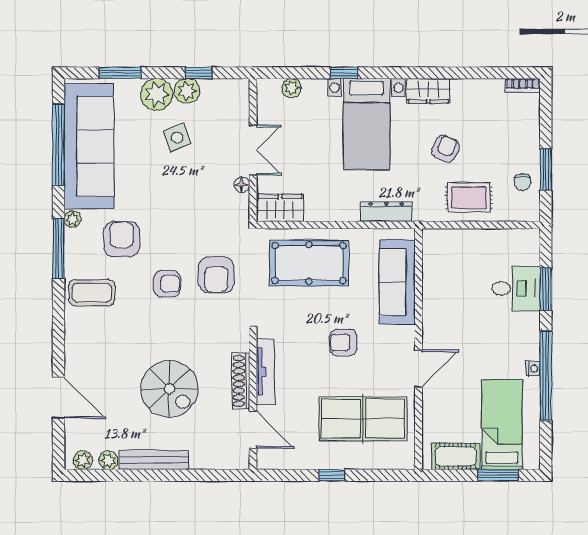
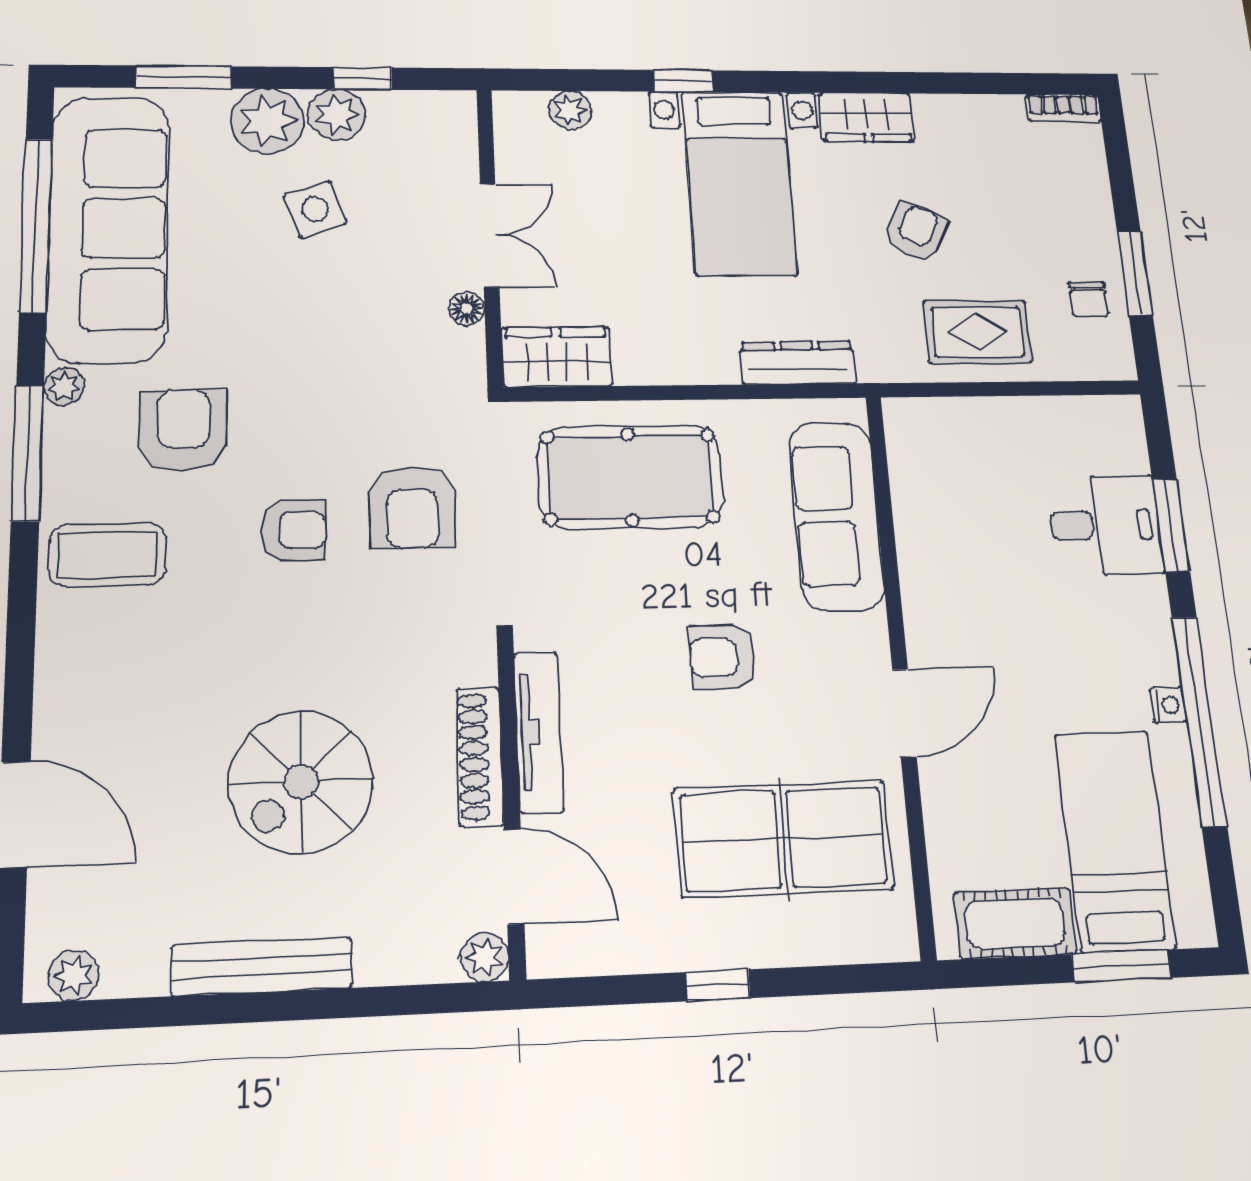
spiral stairs: (169, 389) -> (301, 782), turned 90
plant: (108, 460) -> (485, 957), moved

